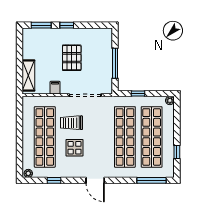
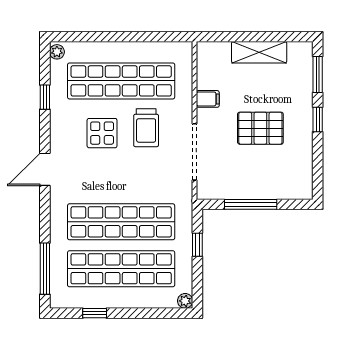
shelving: (28, 76) -> (259, 52), moved
trolley: (71, 123) -> (146, 128), turned 180

